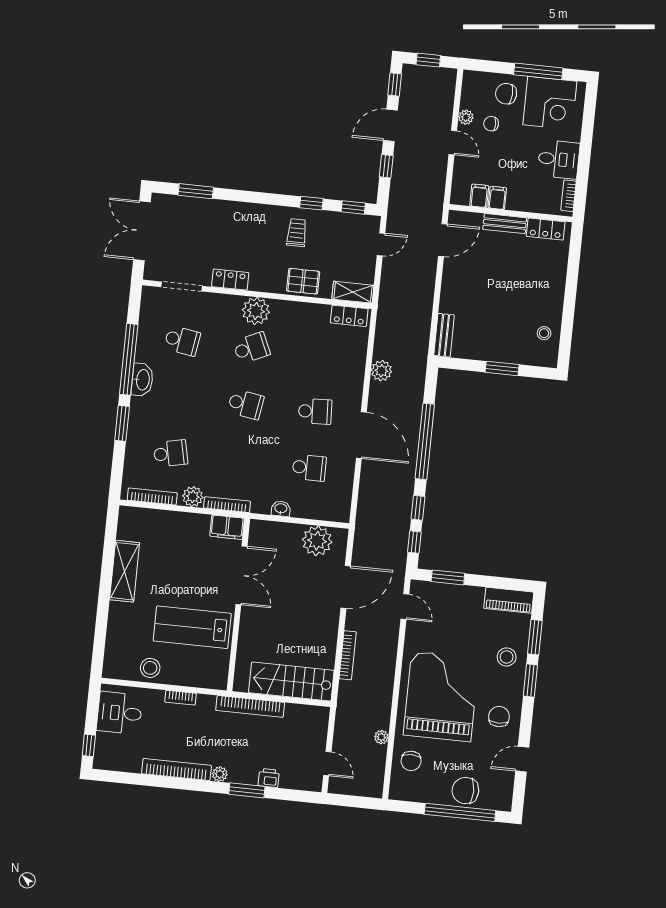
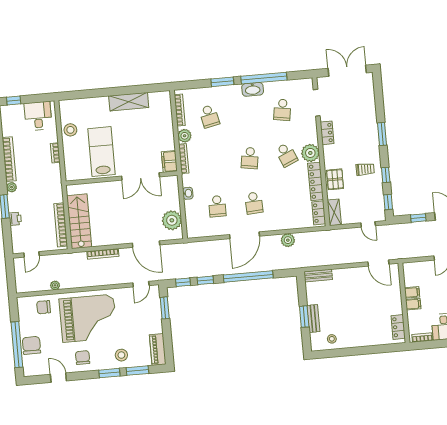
window: (196, 191) -> (382, 134), moved
filing cabinet: (479, 196) -> (413, 304), moved
bench: (505, 224) -> (313, 319), moved
locker: (301, 311) -> (316, 181), added
bookcase: (250, 706) -> (61, 225), moved
chair: (499, 717) -> (83, 358), turned -90

